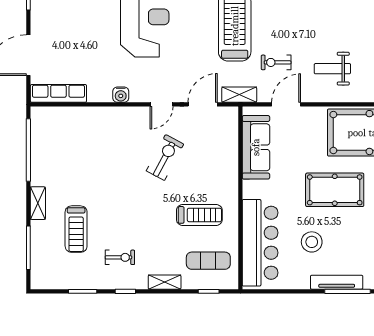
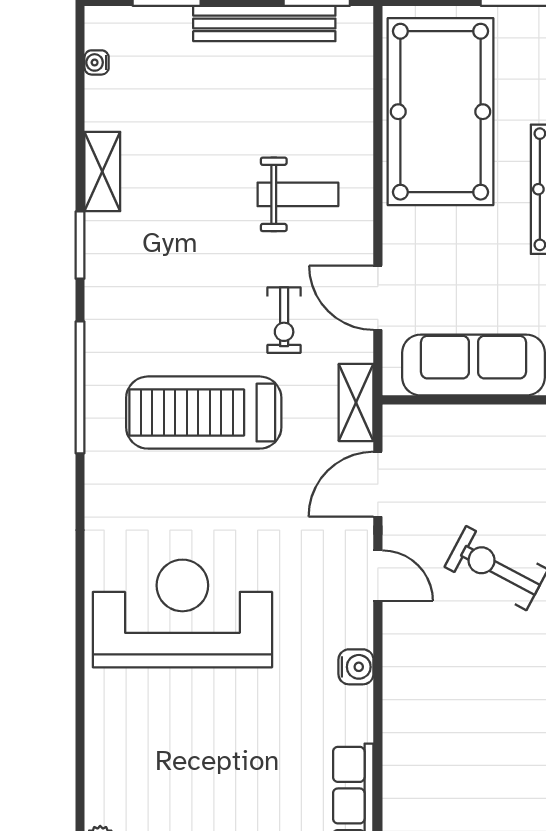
weight bench: (332, 69) -> (298, 194), turned -90
door: (203, 104) -> (378, 484), hinge flipped

